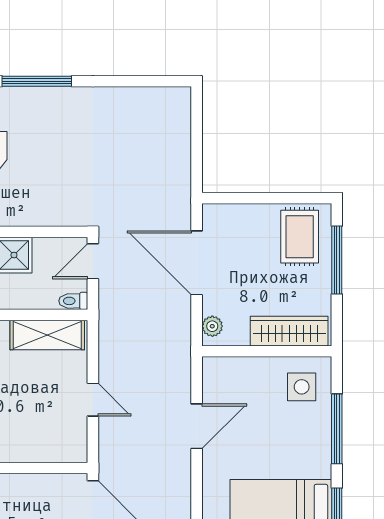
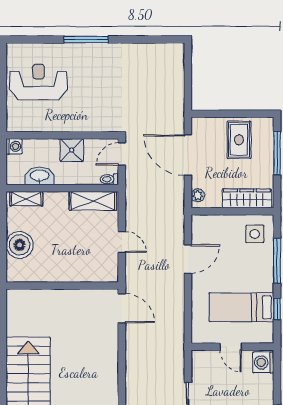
rug: (300, 237) -> (239, 140), moved

